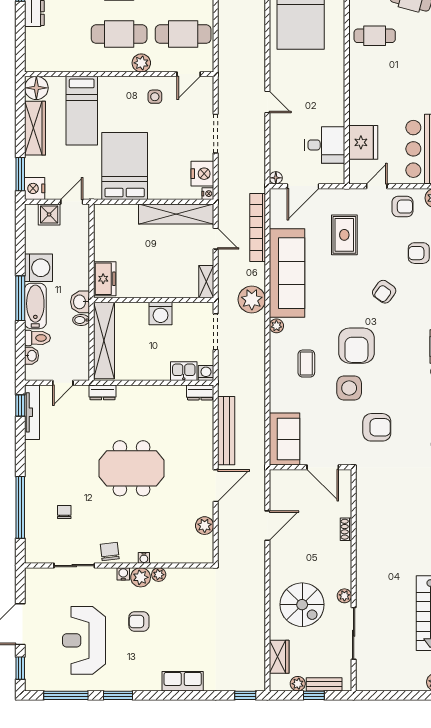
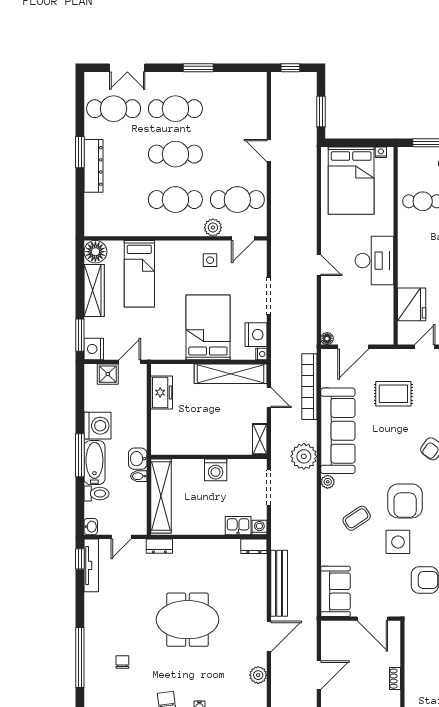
plant: (141, 63) -> (213, 228), moved
desk: (325, 145) -> (374, 261), moved, width x1.37
bed: (125, 166) -> (208, 327), moved
rug: (344, 235) -> (393, 394), turned 90
freezer: (105, 279) -> (162, 393), moved
washbasin: (32, 356) -> (91, 527), moved
coffee table: (306, 364) -> (357, 518), turned 56

